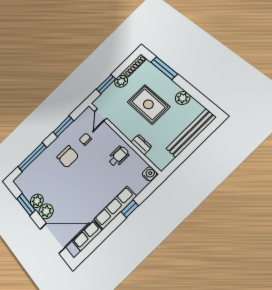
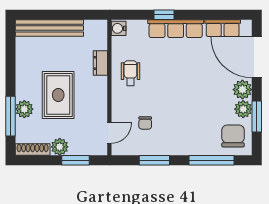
plant: (183, 98) -> (24, 109), moved
wheelchair: (118, 156) -> (130, 73), turned 90
chair: (68, 157) -> (233, 136), moved

